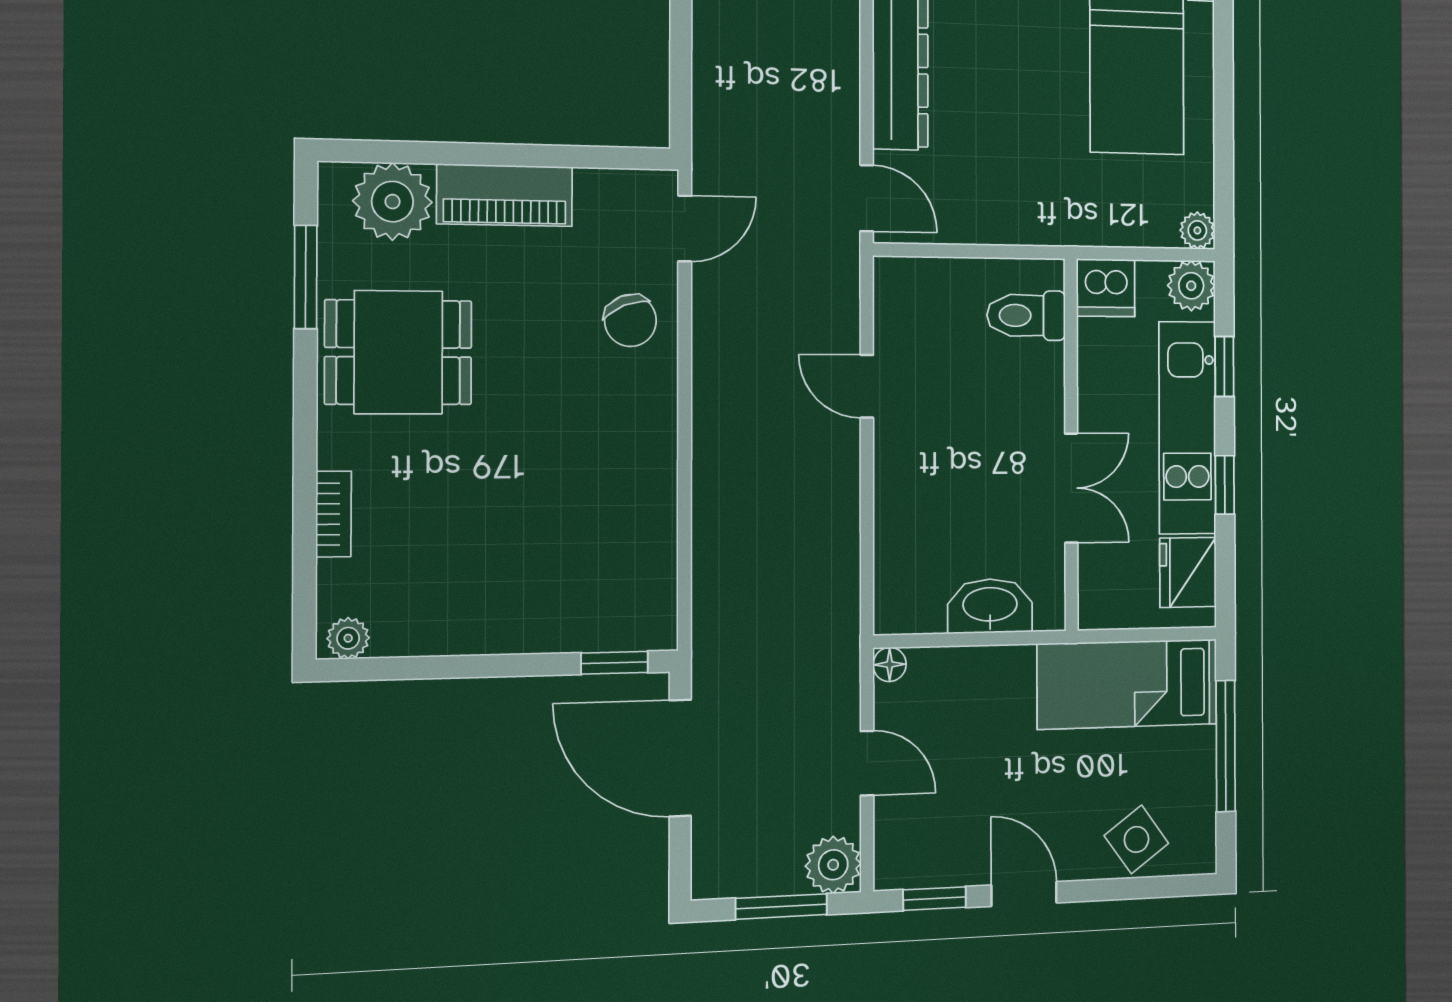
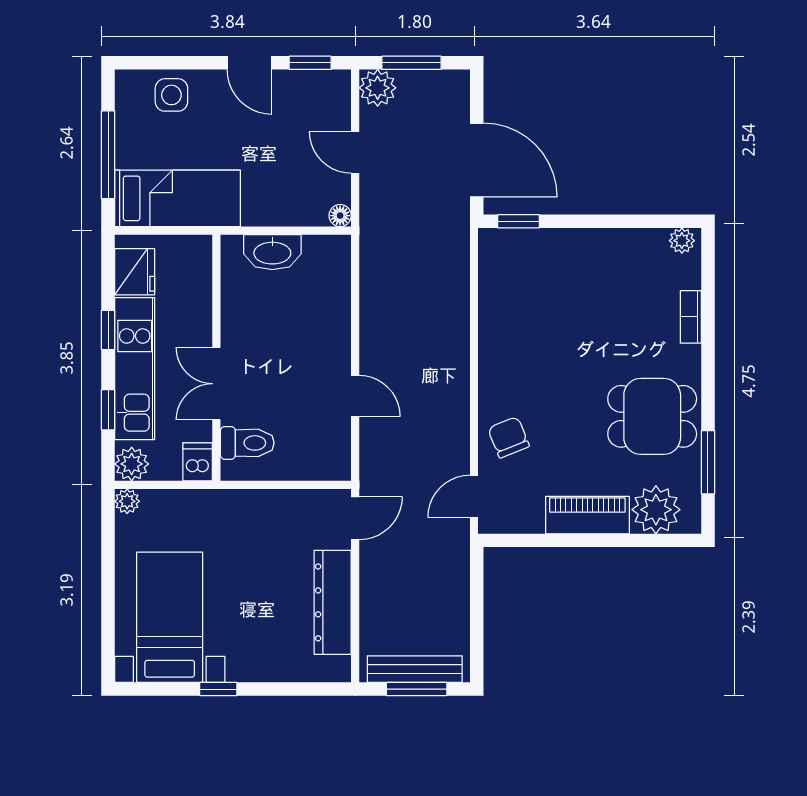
door: (867, 198) -> (355, 518), swing flipped
dishwasher: (1106, 288) -> (198, 462), width x0.73
double door: (1071, 488) -> (216, 384), moved
side table: (1136, 839) -> (171, 95), turned 36

